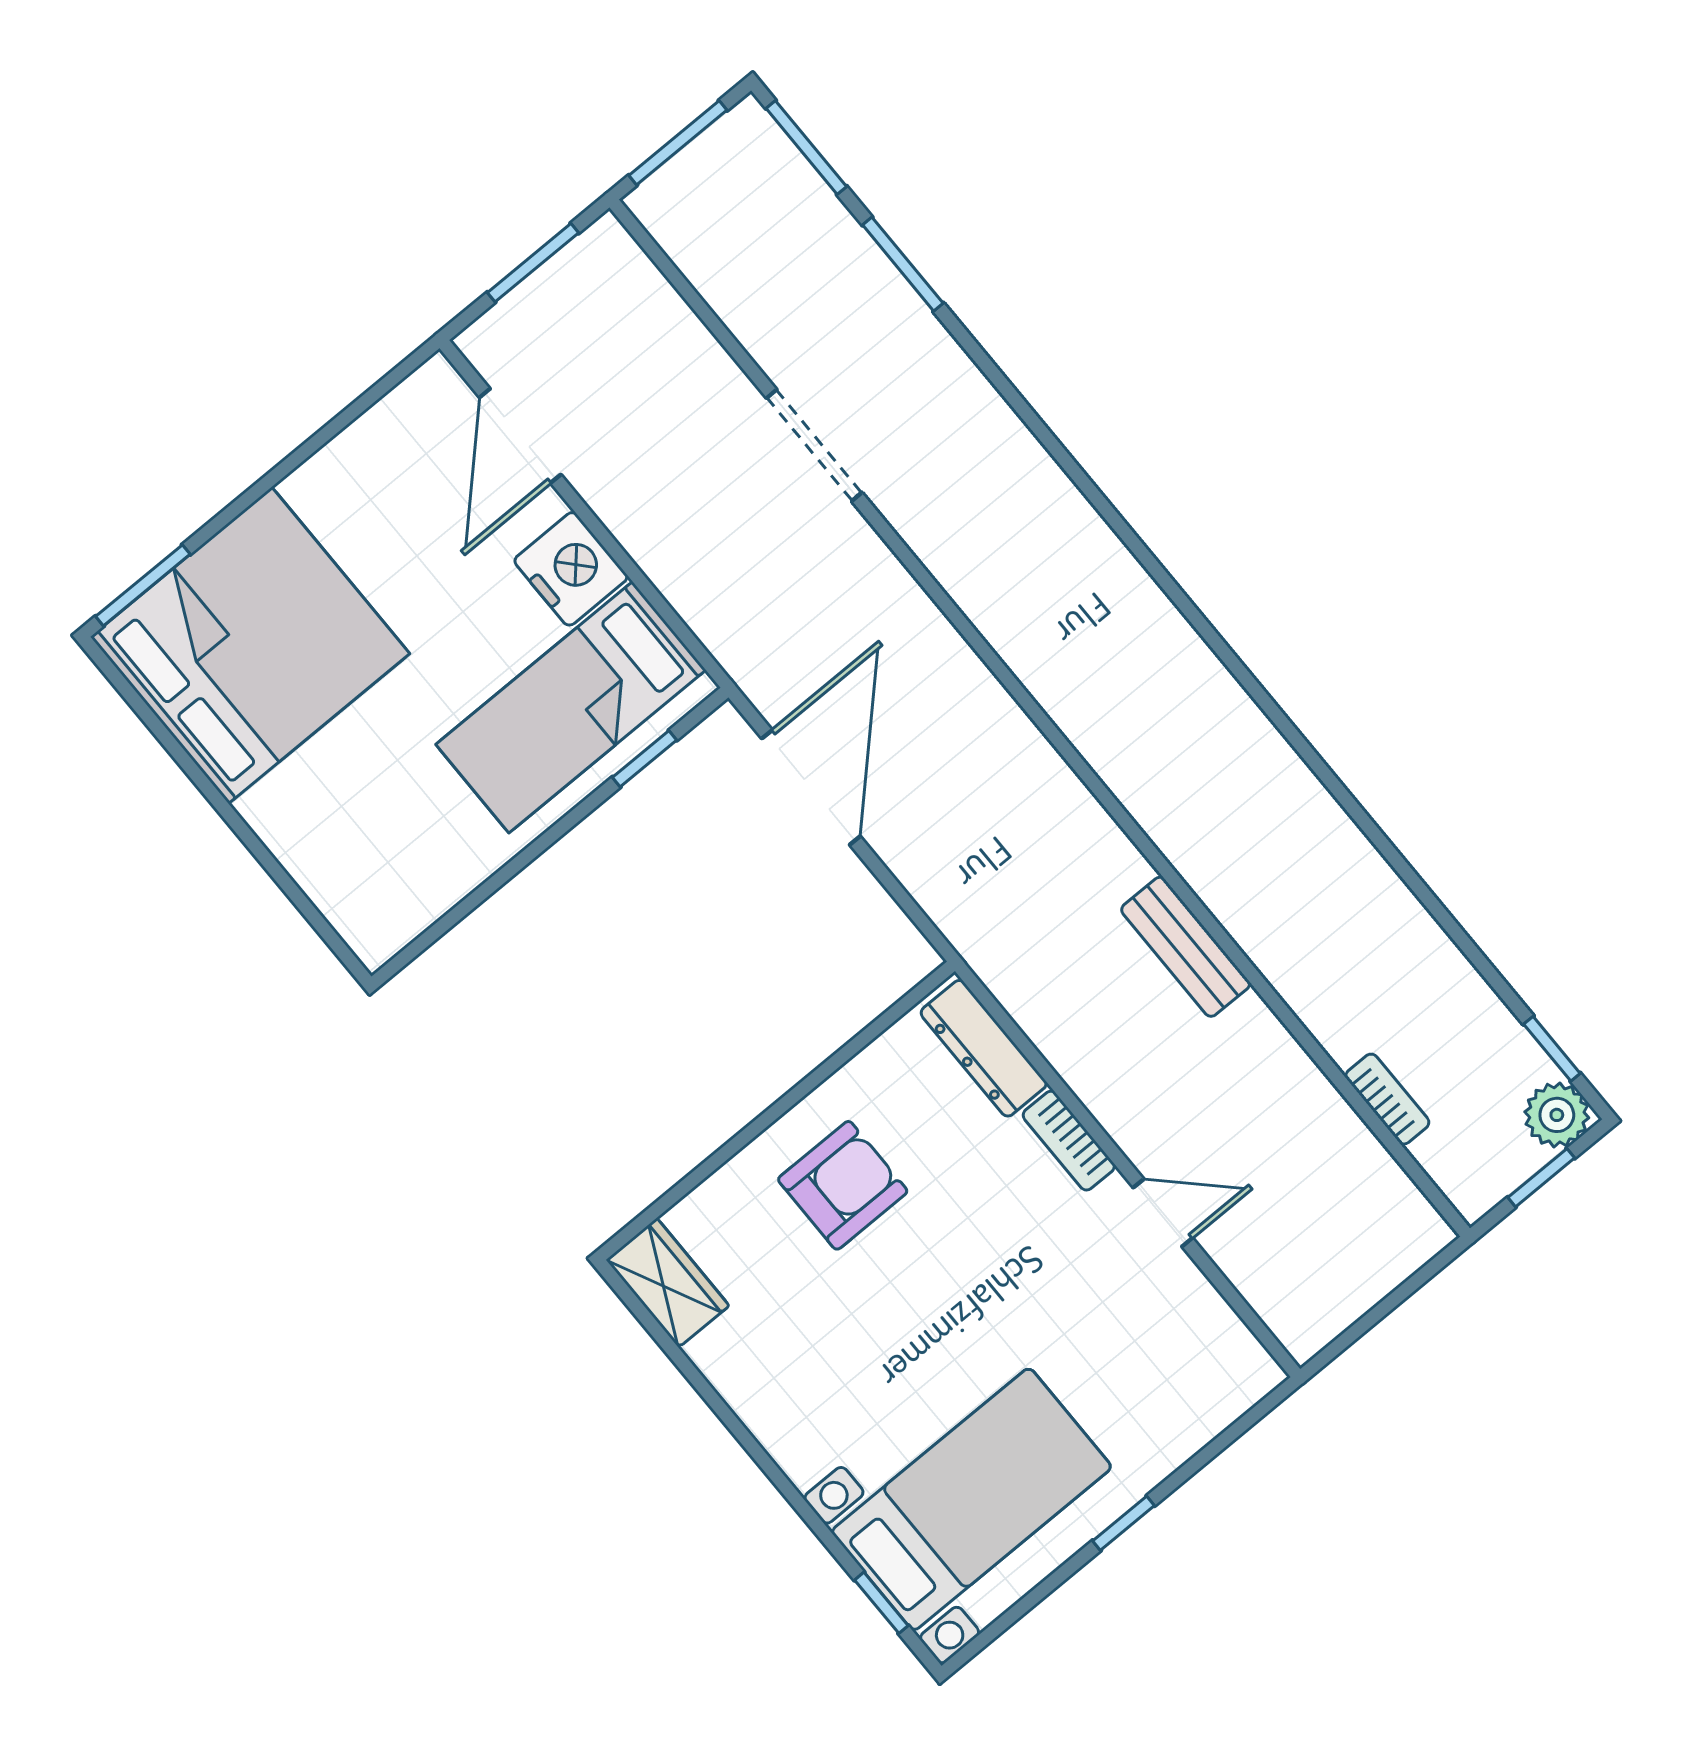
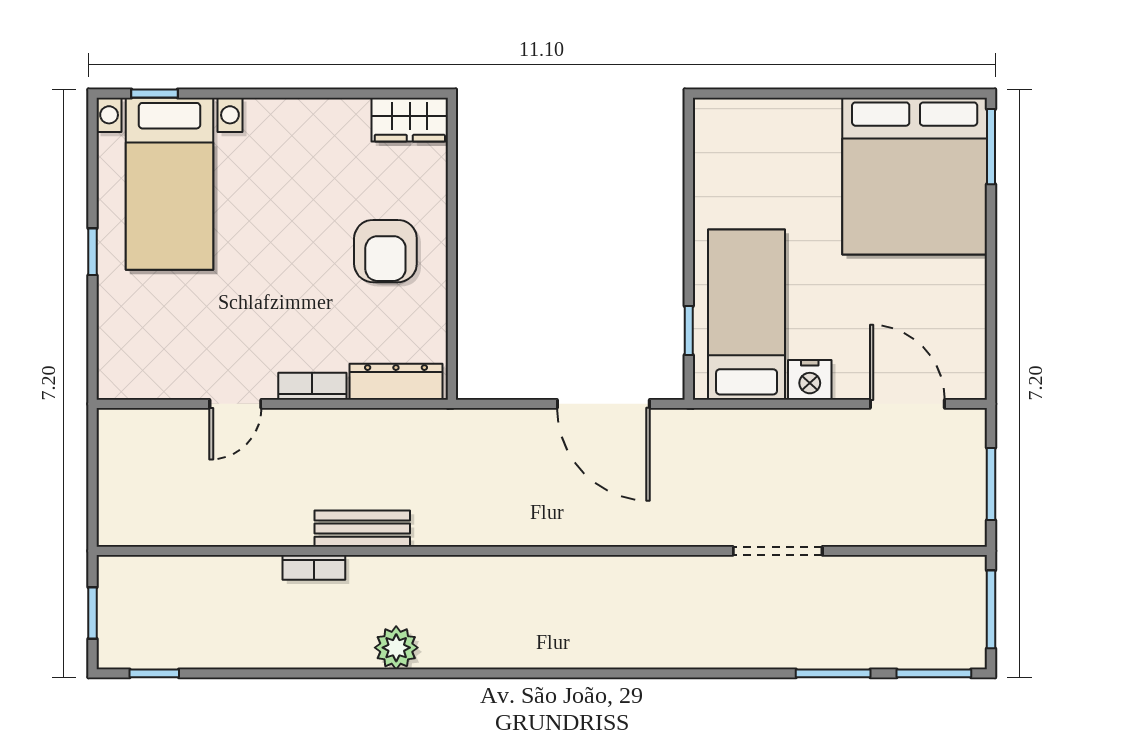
nightstand: (571, 569) -> (810, 380), width x0.74, depth x0.75
bookcase: (1387, 1099) -> (314, 567), moved
plant: (1557, 1115) -> (396, 648), moved

